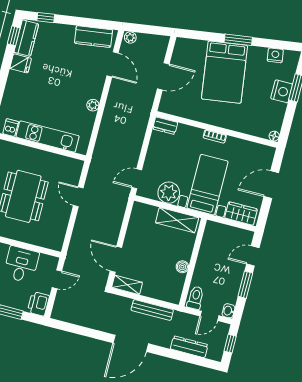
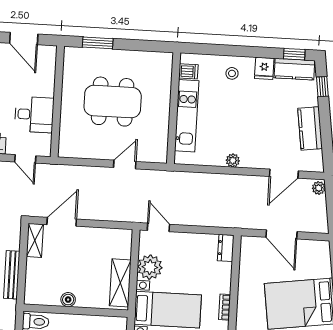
kitchen counter: (94, 37) -> (310, 128), moved
stool: (20, 91) -> (232, 73), added

